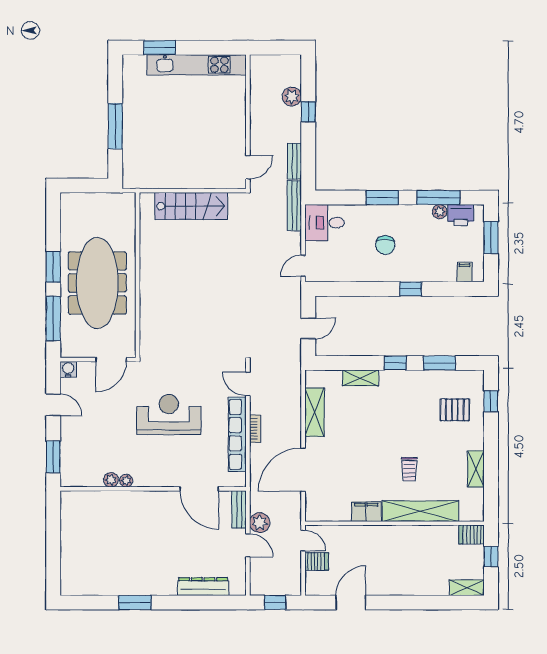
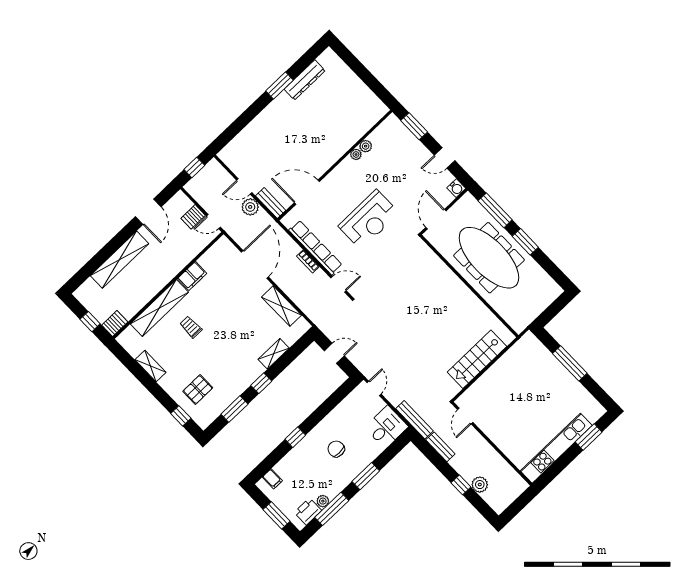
door: (308, 328) -> (334, 353), swing flipped
dresser: (203, 587) -> (305, 80), moved
shelving: (467, 588) -> (120, 260), moved, width x2.20, depth x1.33

